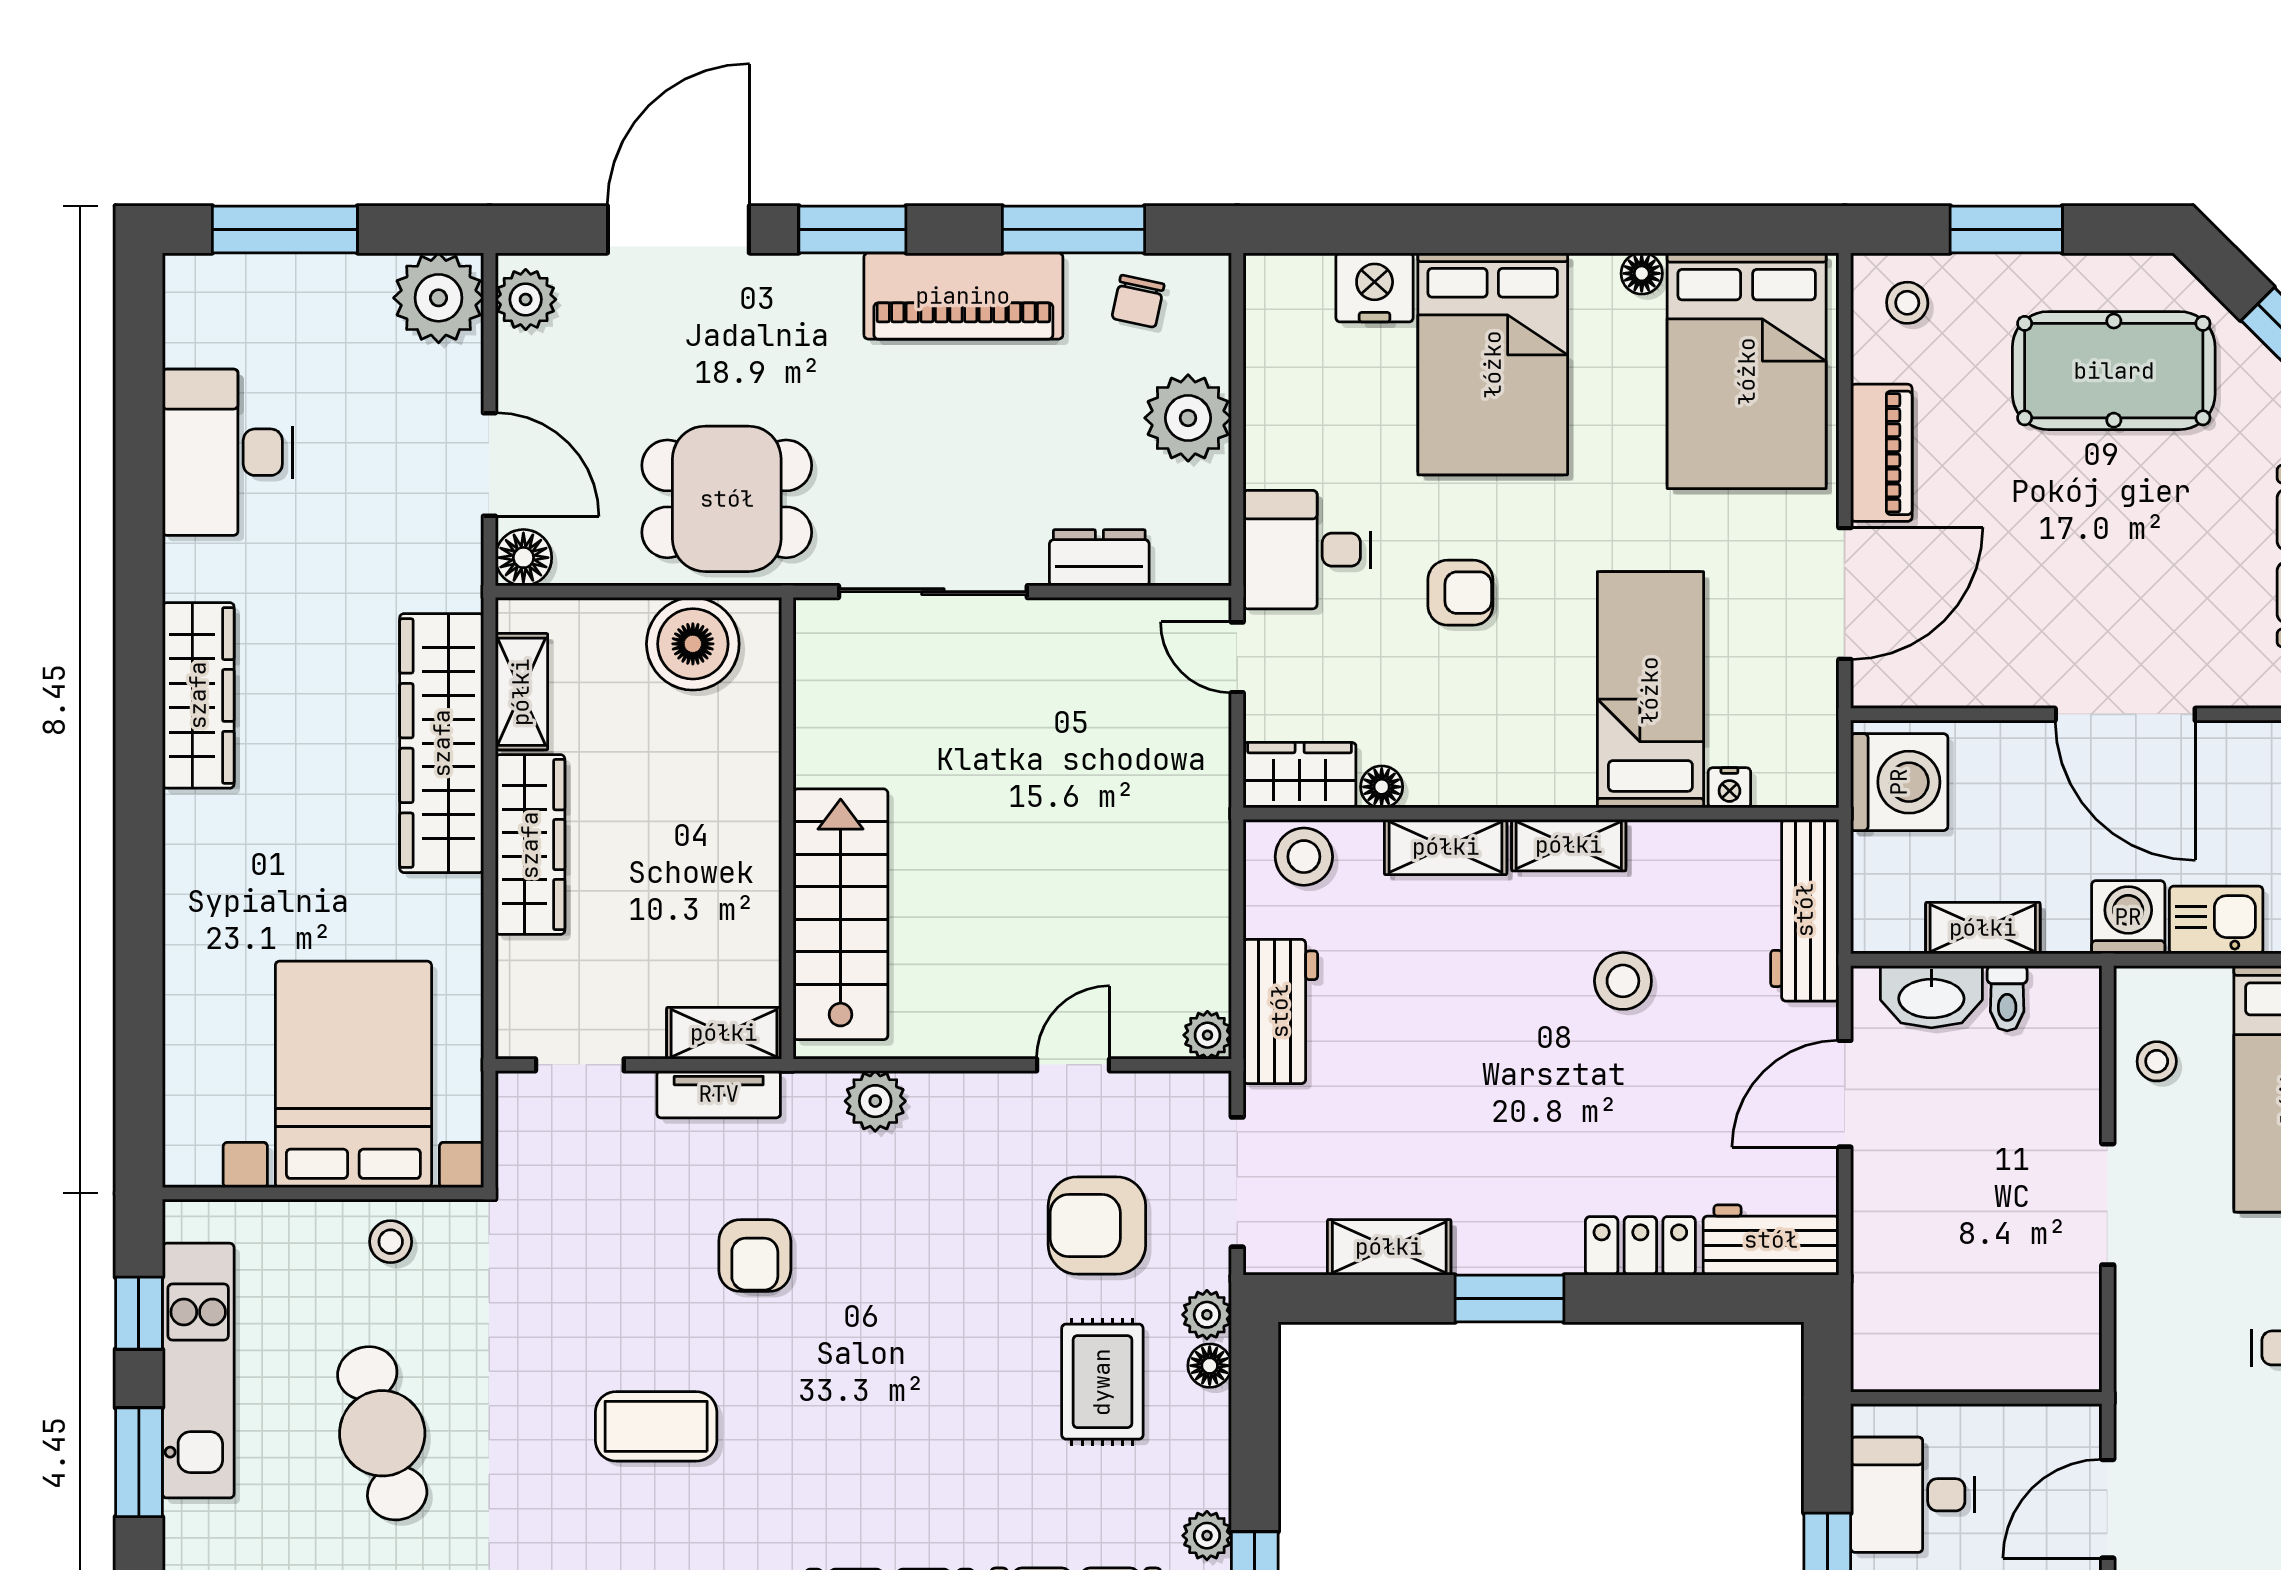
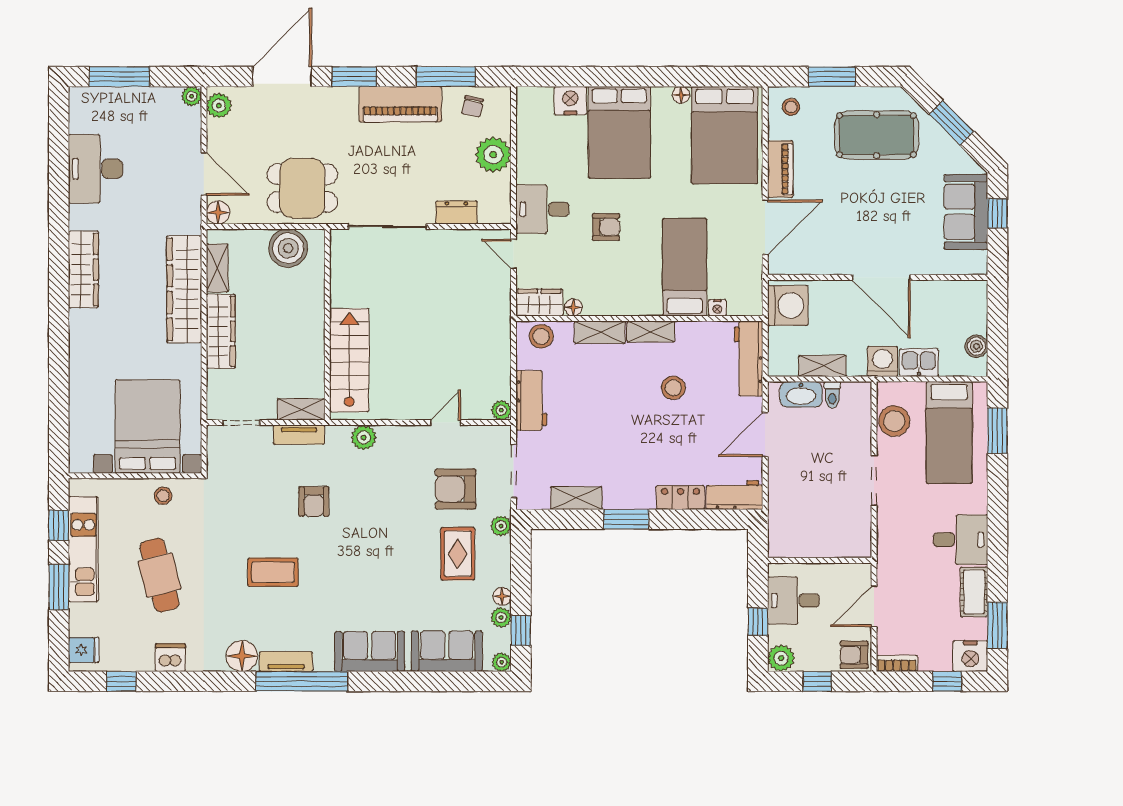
plant: (439, 298) -> (192, 96), width x0.53, depth x0.53
stool: (2157, 1061) -> (894, 421), width x1.89, depth x1.89
floor lamp: (1210, 1366) -> (502, 596), moved

